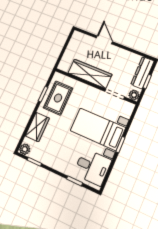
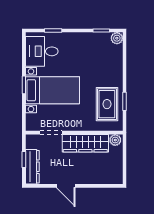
door: (104, 40) -> (66, 186), moved
plant: (134, 95) -> (115, 140), moved
wardrobe: (37, 127) -> (115, 66), removed

